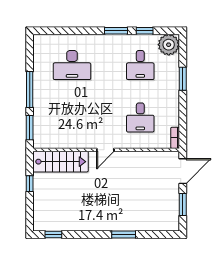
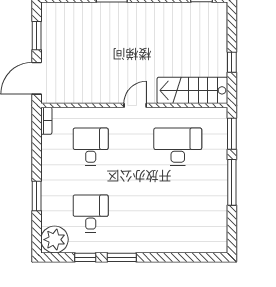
desk: (72, 65) -> (178, 147), moved

